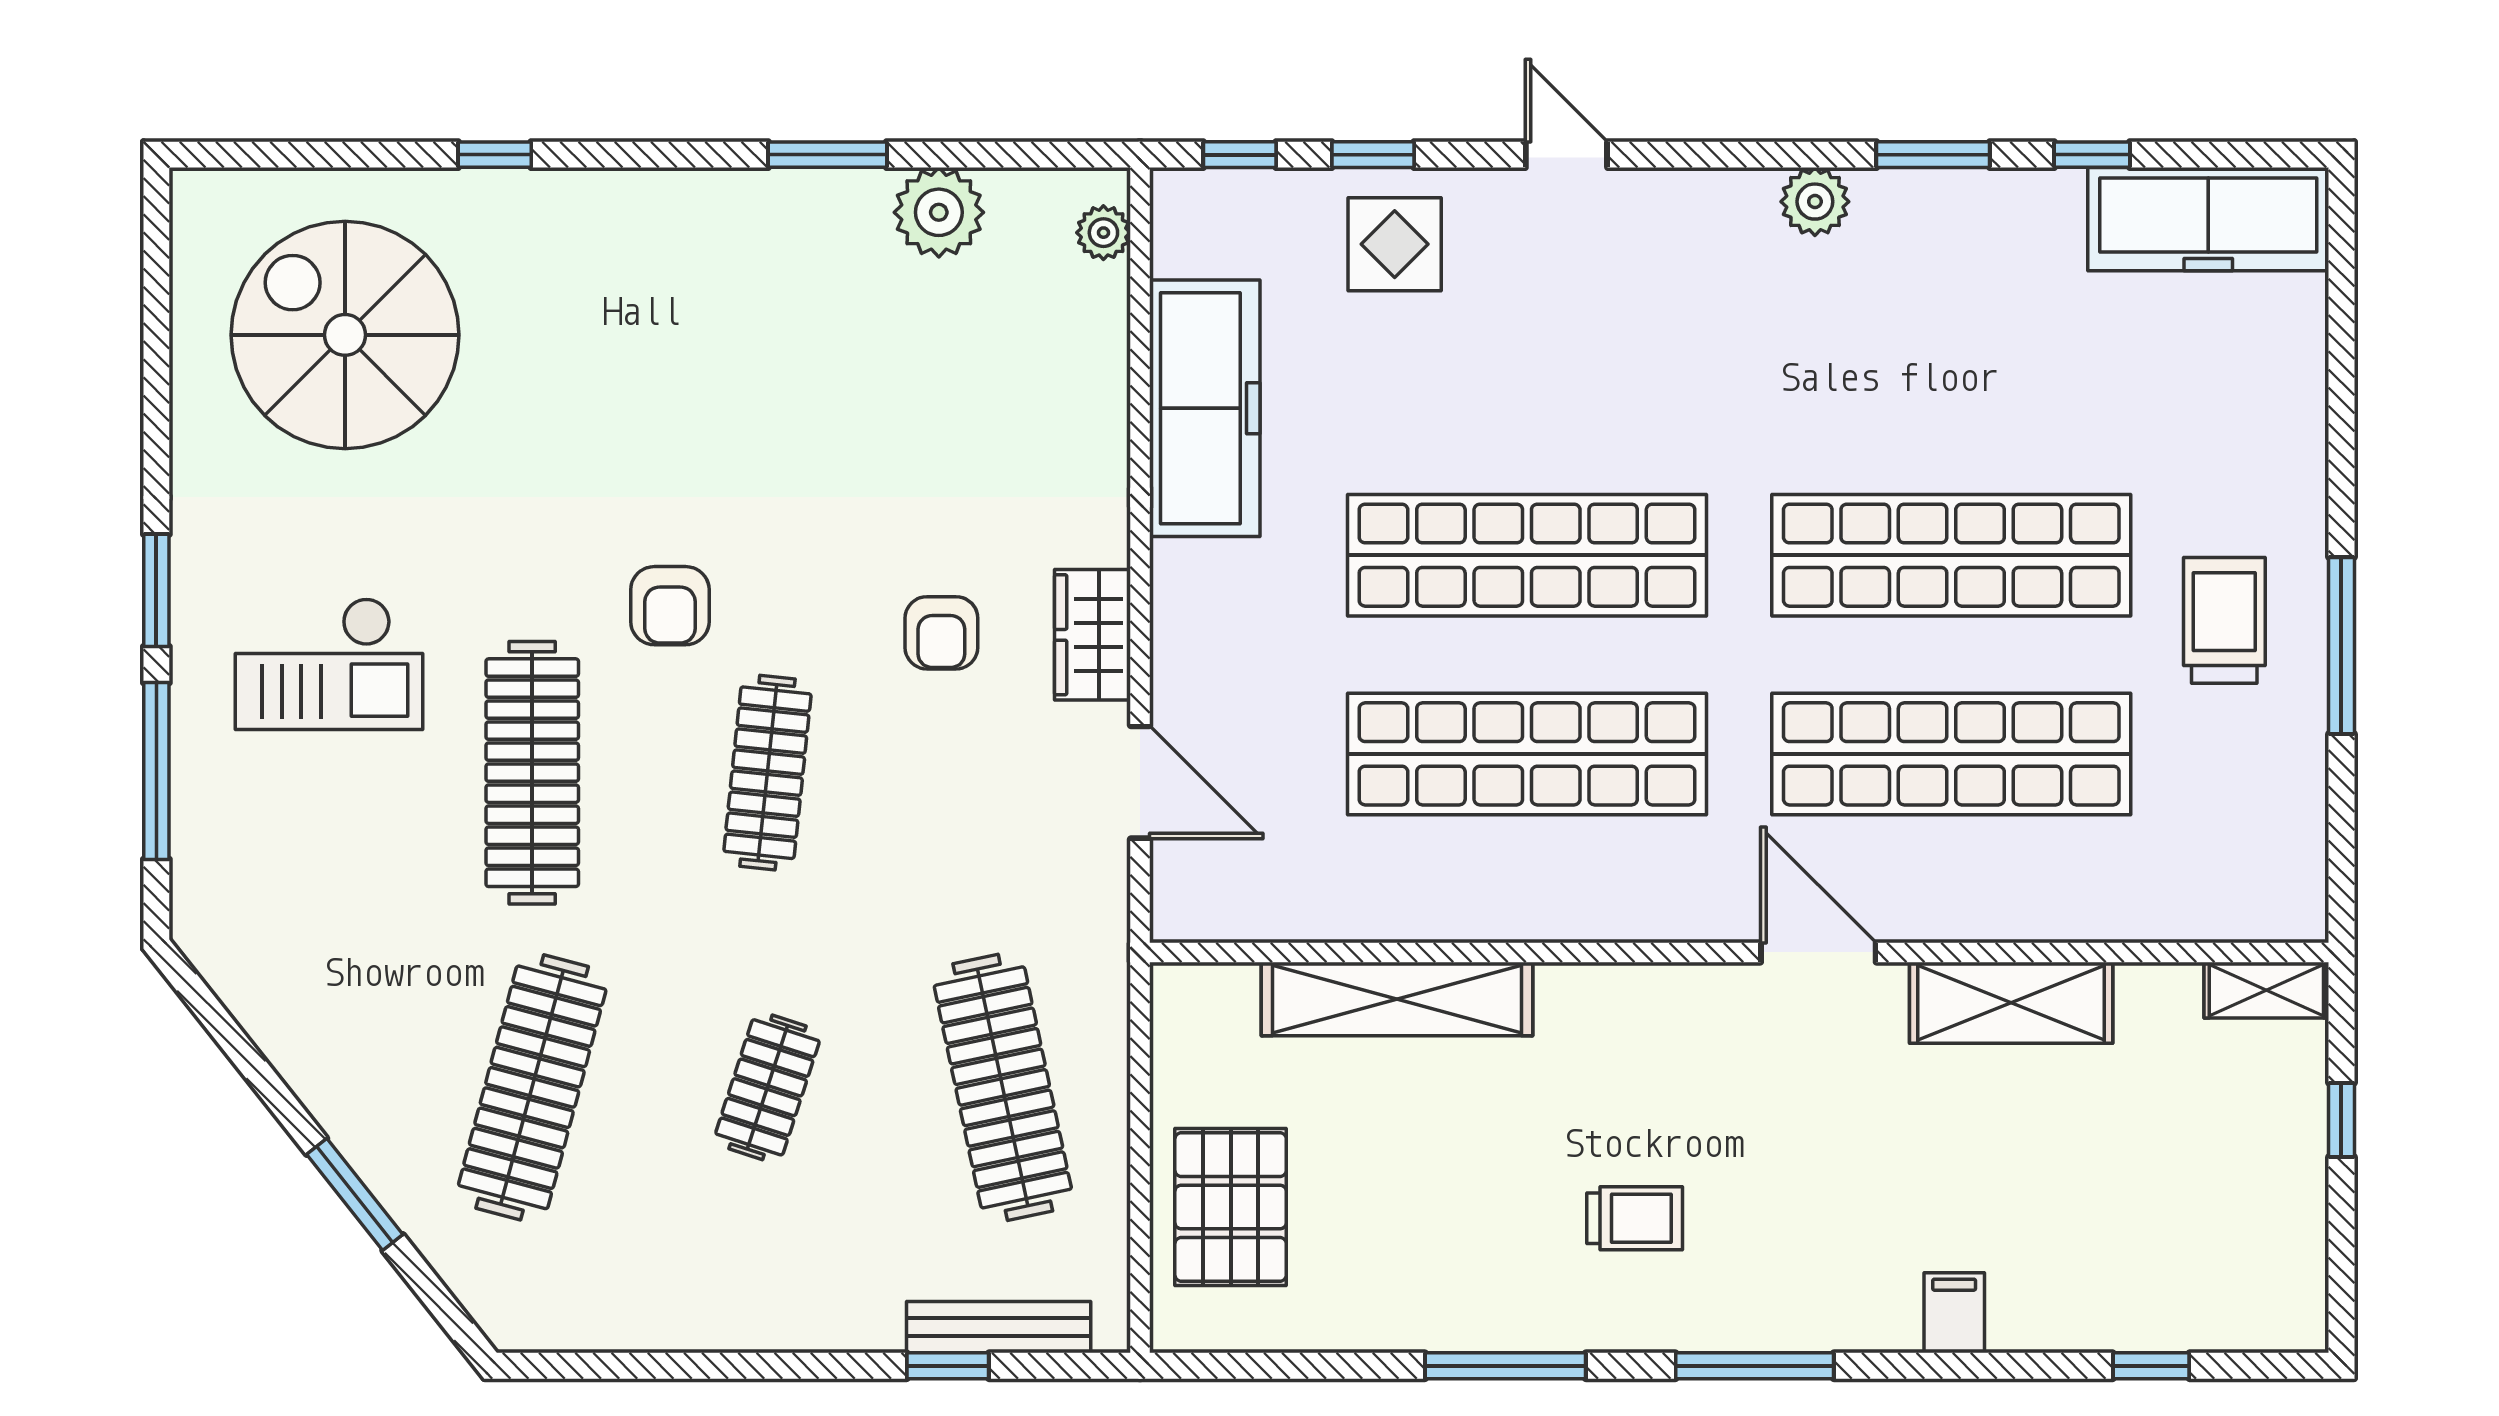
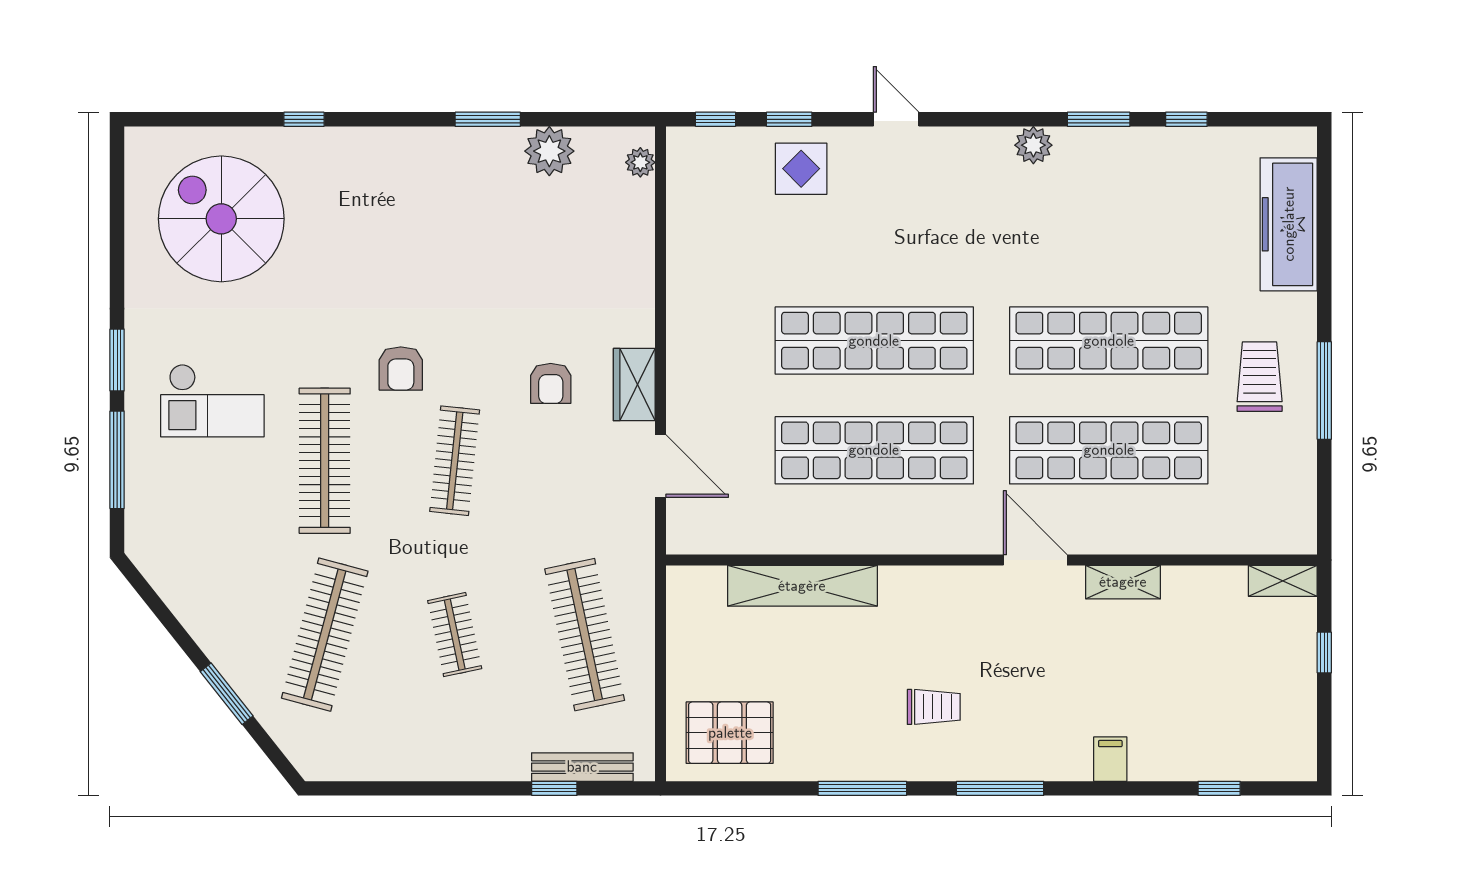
freezer: (2208, 219) -> (1289, 224), moved, turned 90
freezer: (1205, 408) -> (696, 259), removed
shelving: (2011, 1003) -> (1123, 582), width x0.67, depth x0.75
clothes rail: (767, 1087) -> (455, 635), turned -30
pallet: (1231, 1207) -> (730, 733), moved, turned 90

